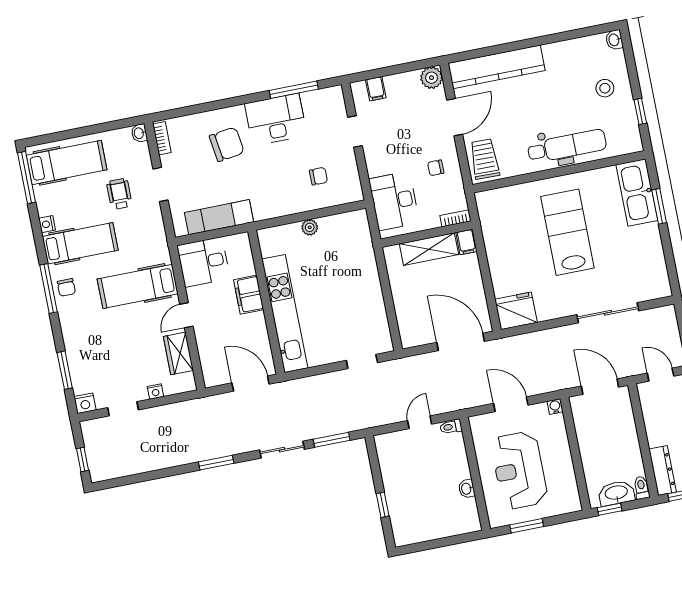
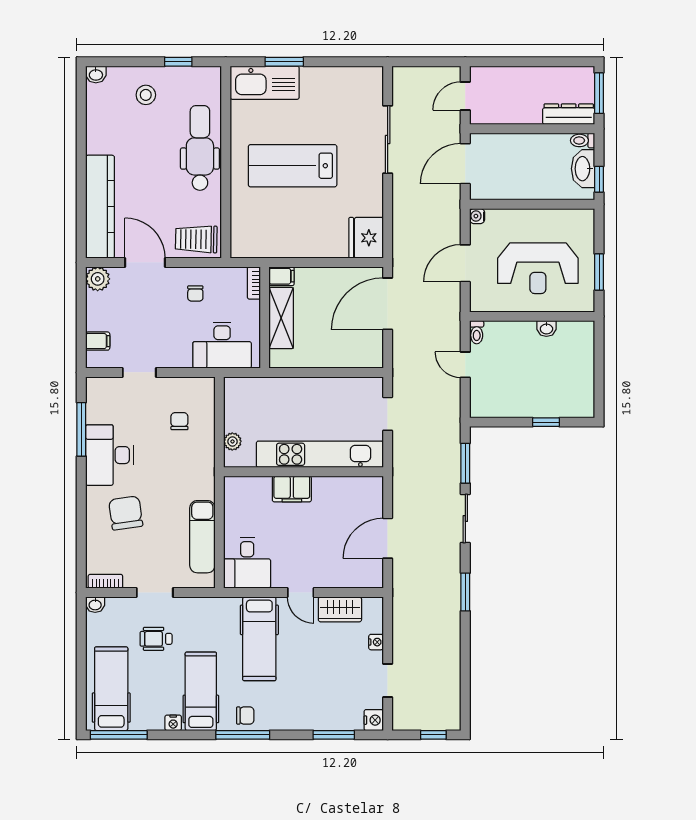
filing cabinet: (249, 295) -> (292, 489), moved
wall: (266, 302) -> (303, 472), moved
kitchen unit: (285, 314) -> (320, 454), moved

